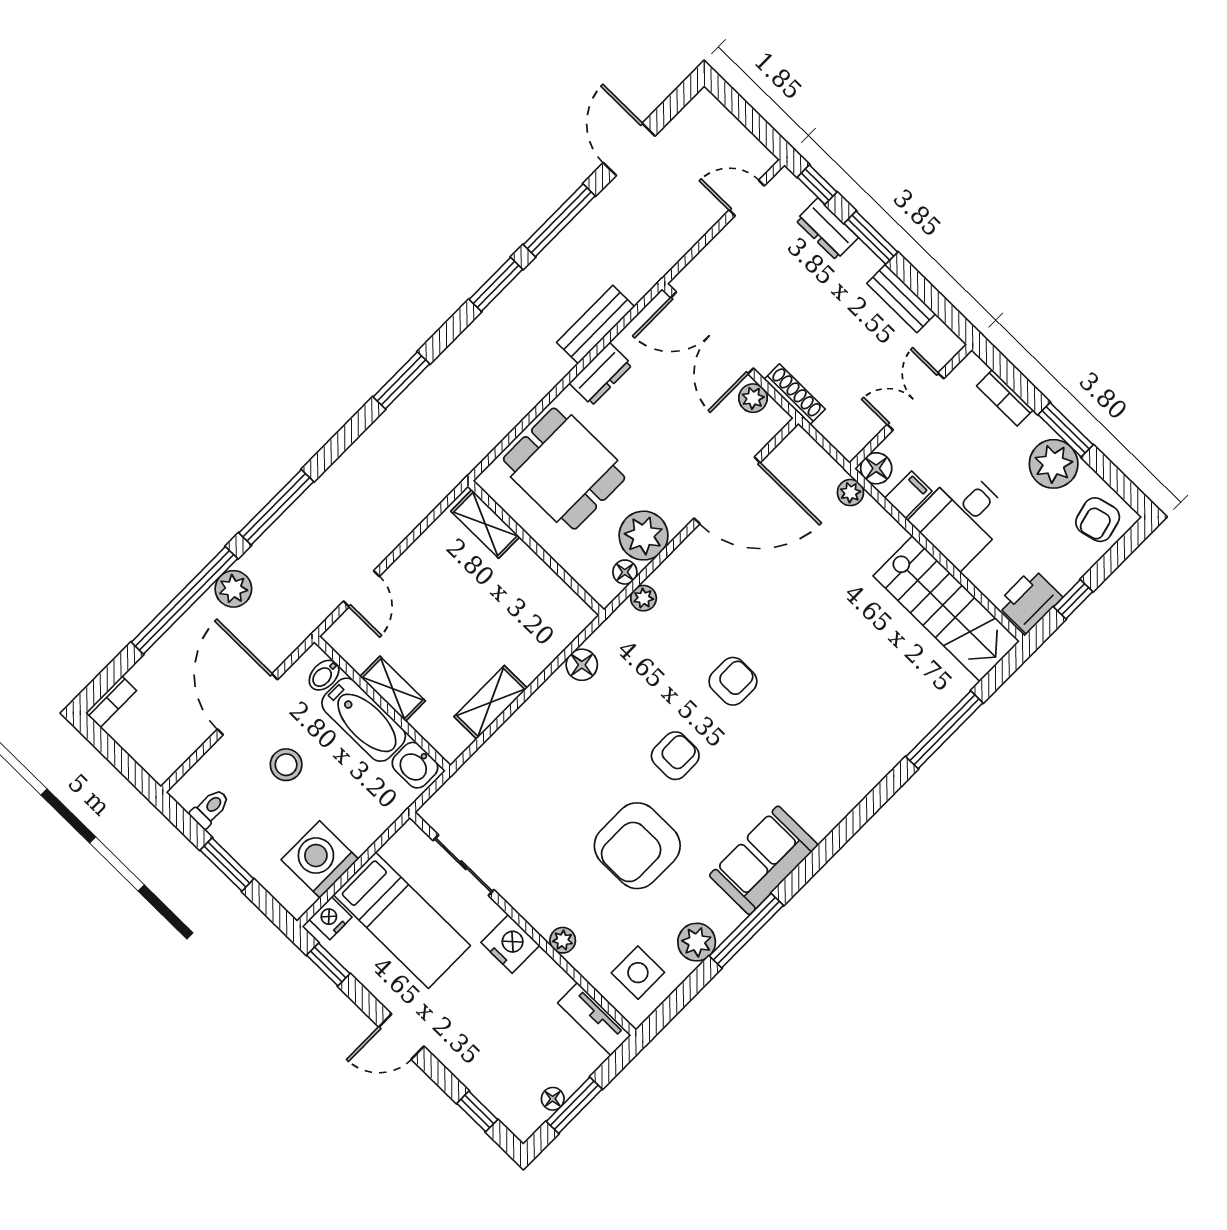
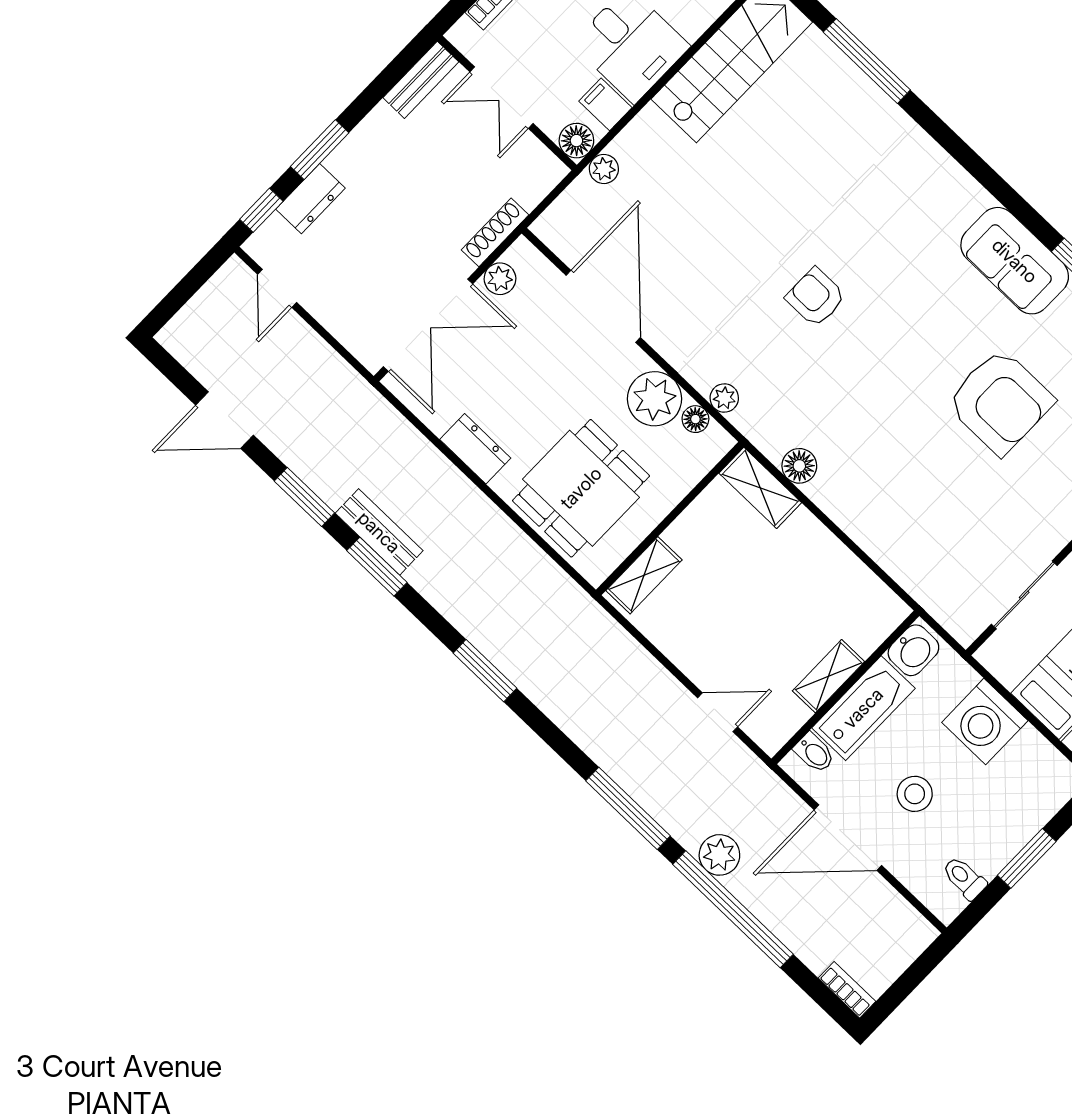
window: (559, 220) -> (304, 497), width x0.69
bench: (901, 299) -> (421, 80), moved
bench: (596, 325) -> (379, 532), moved
shelving: (491, 702) -> (760, 488), moved
armchair: (675, 756) -> (899, 361), removed
washing machine: (320, 859) -> (985, 721), moved

